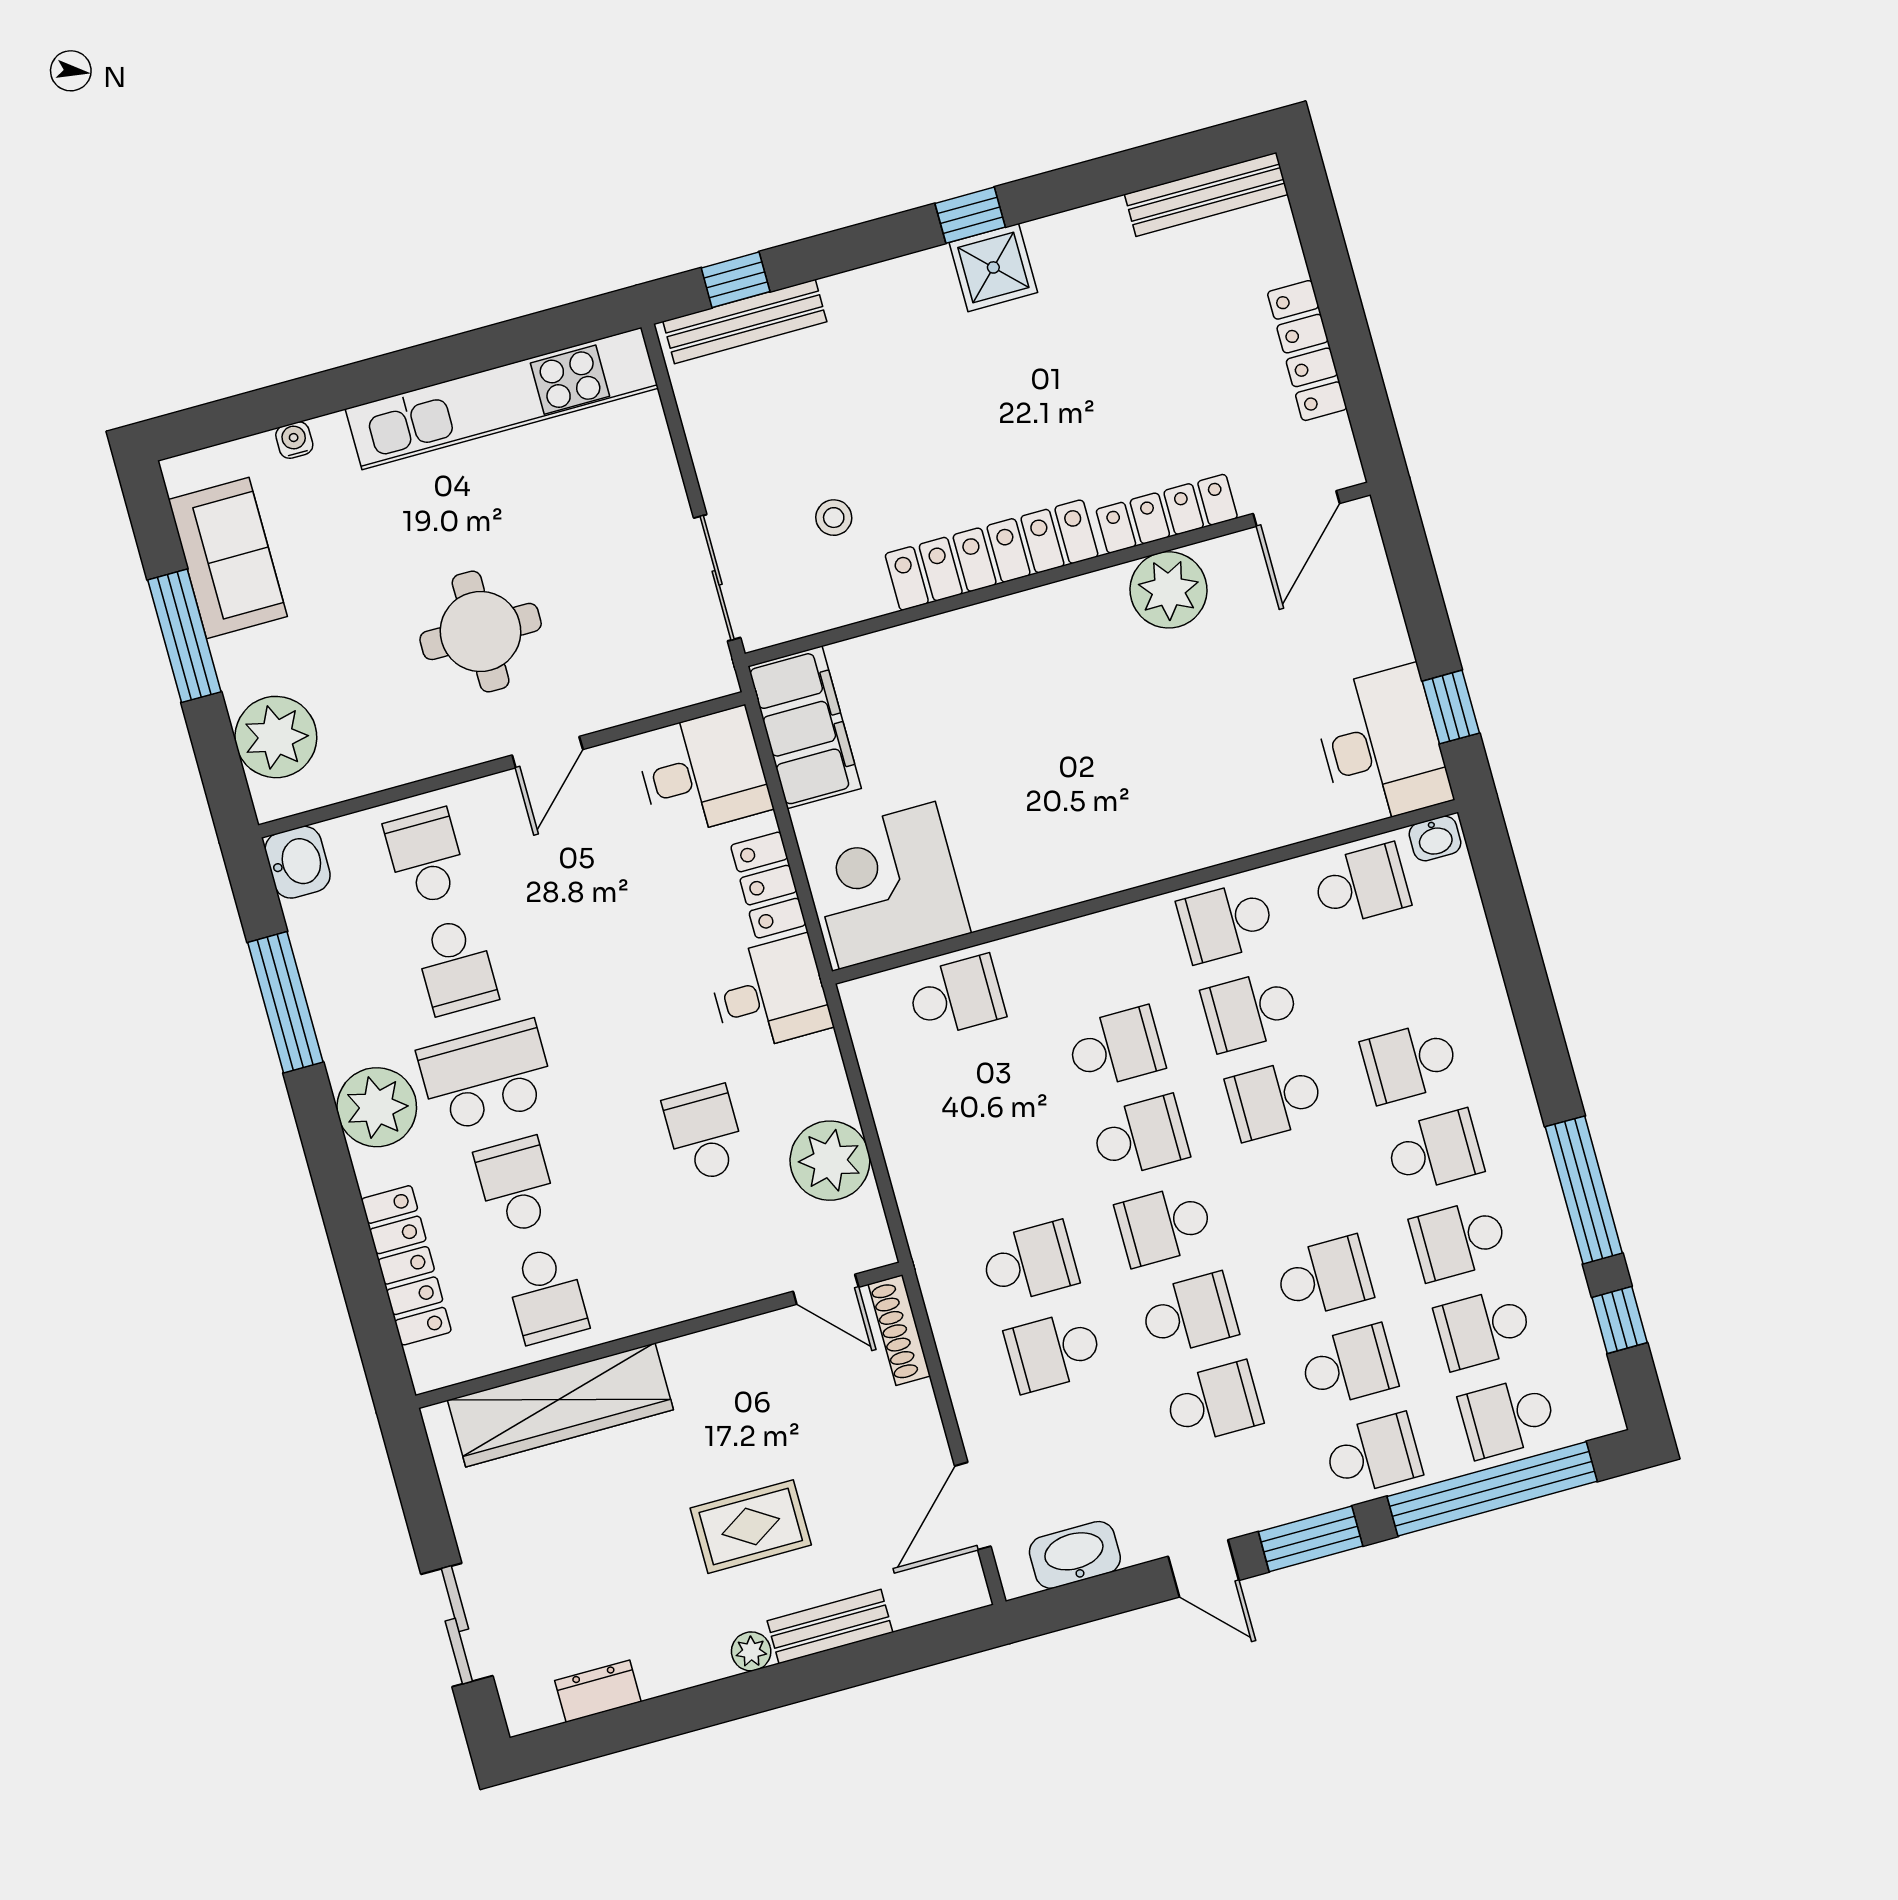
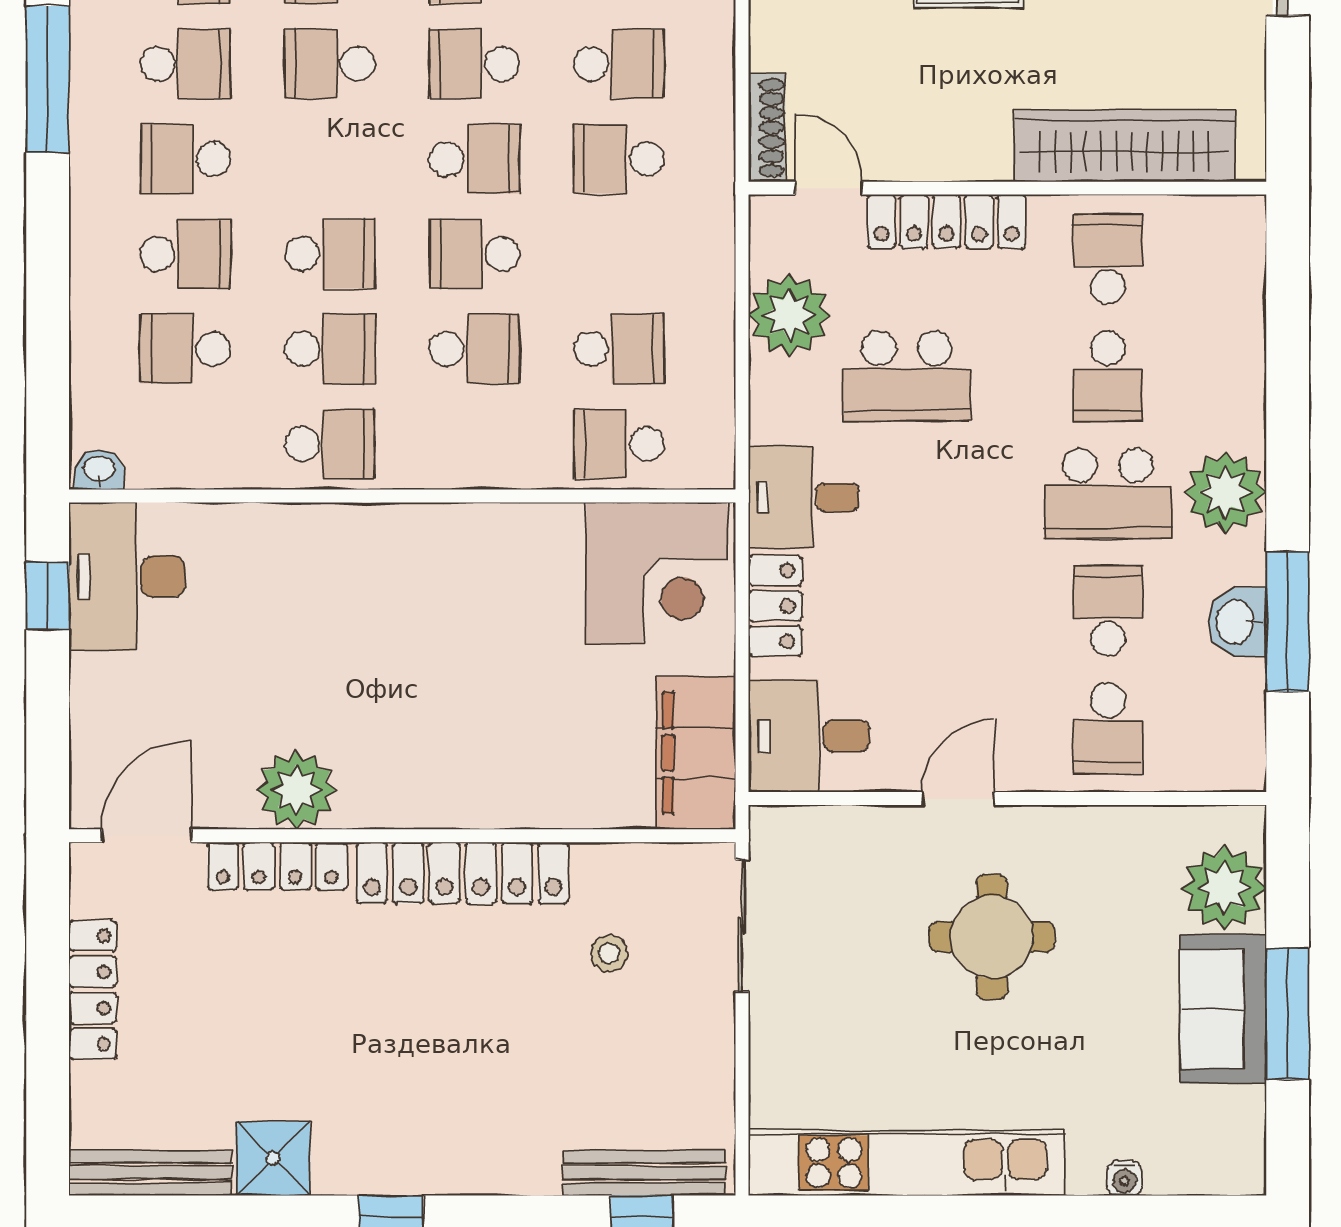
shower: (993, 267) -> (273, 1158), moved
sofa: (228, 558) -> (1223, 1009), moved
washbasin: (298, 862) -> (1237, 622), moved
school desk: (1361, 885) -> (185, 349), moved
school desk: (1115, 1048) -> (474, 349), turned 180
school desk: (980, 1085) -> (619, 349), added
school desk: (705, 1134) -> (907, 376), width x1.85
locker: (406, 1265) -> (947, 221), moved, turned -90

